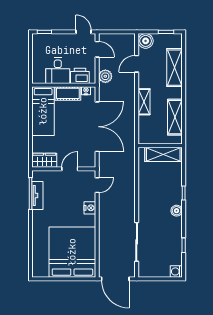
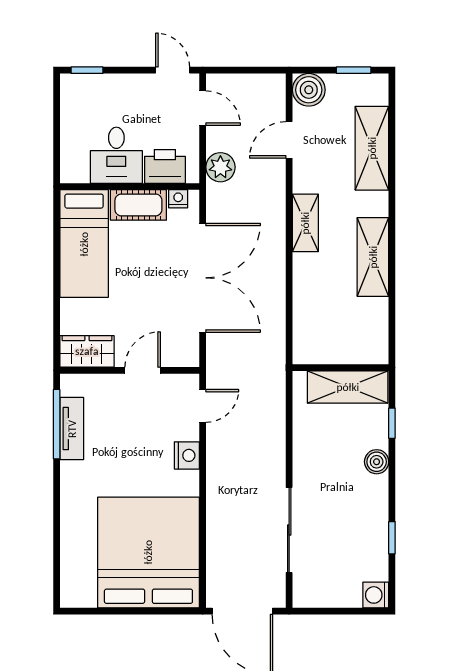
wall: (160, 146) -> (341, 368), moved
shelving: (163, 154) -> (348, 387), moved

